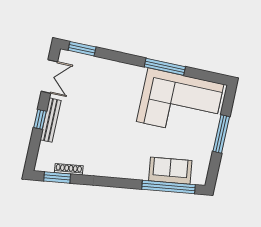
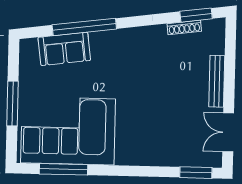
window: (165, 67) -> (64, 169), moved
window: (40, 119) -> (229, 80), removed
window: (168, 187) -> (84, 27), moved

